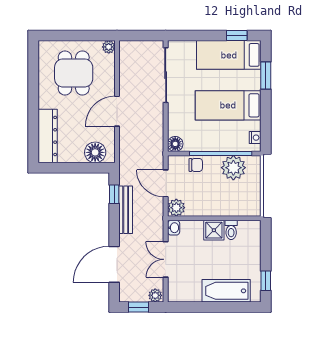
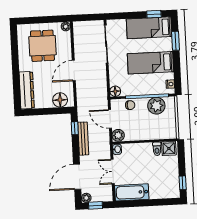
shower: (214, 230) -> (169, 148), moved
bathtub: (226, 291) -> (132, 192), moved
plant: (155, 295) -> (86, 198), moved

